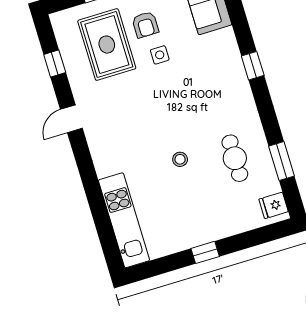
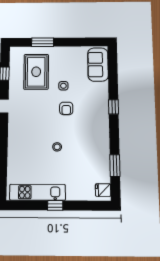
armchair: (145, 25) -> (66, 108), moved
cafe table: (235, 158) -> (88, 156), removed
kitchen unit: (124, 220) -> (37, 192), moved, turned -90

